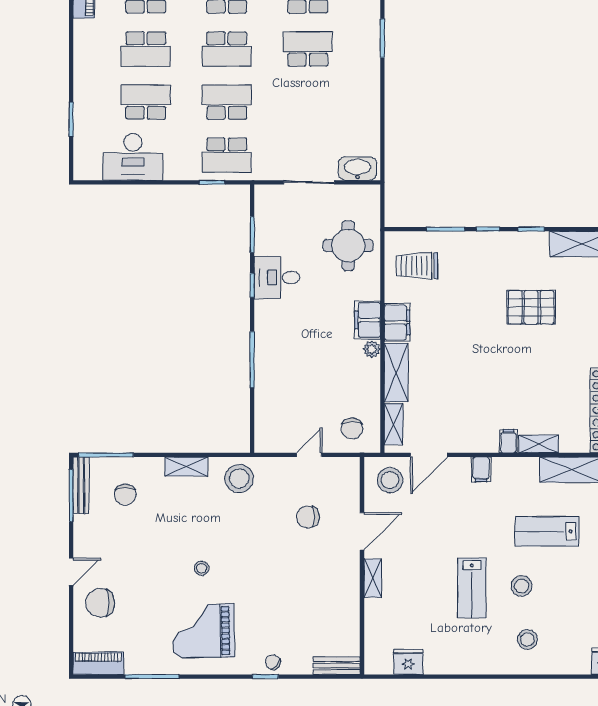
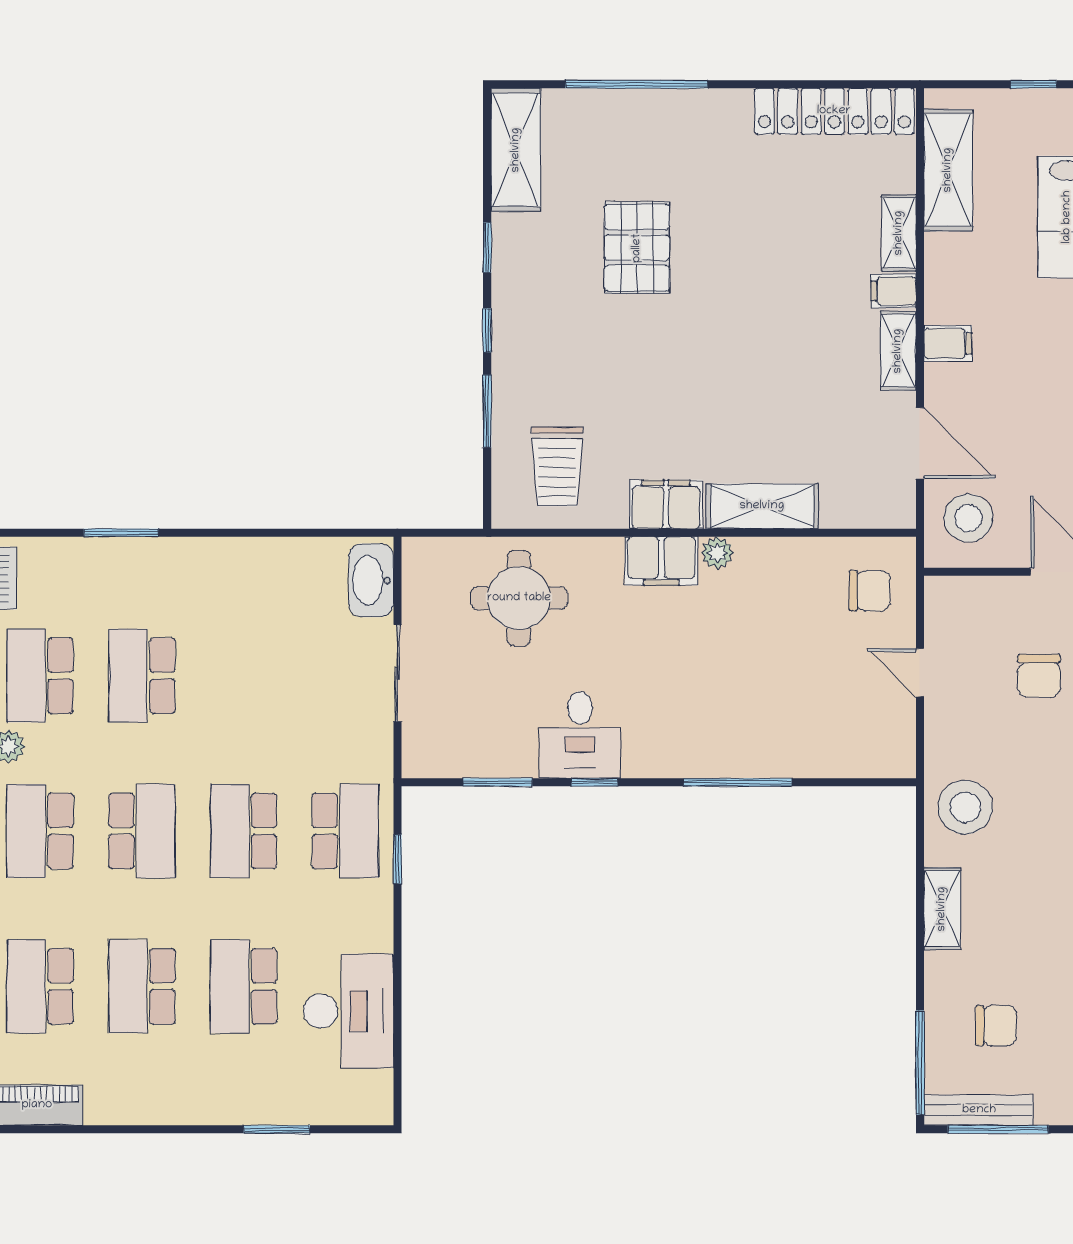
school desk: (146, 49) -> (142, 986), turned 180
shelving: (394, 424) -> (898, 351), moved, turned 90

